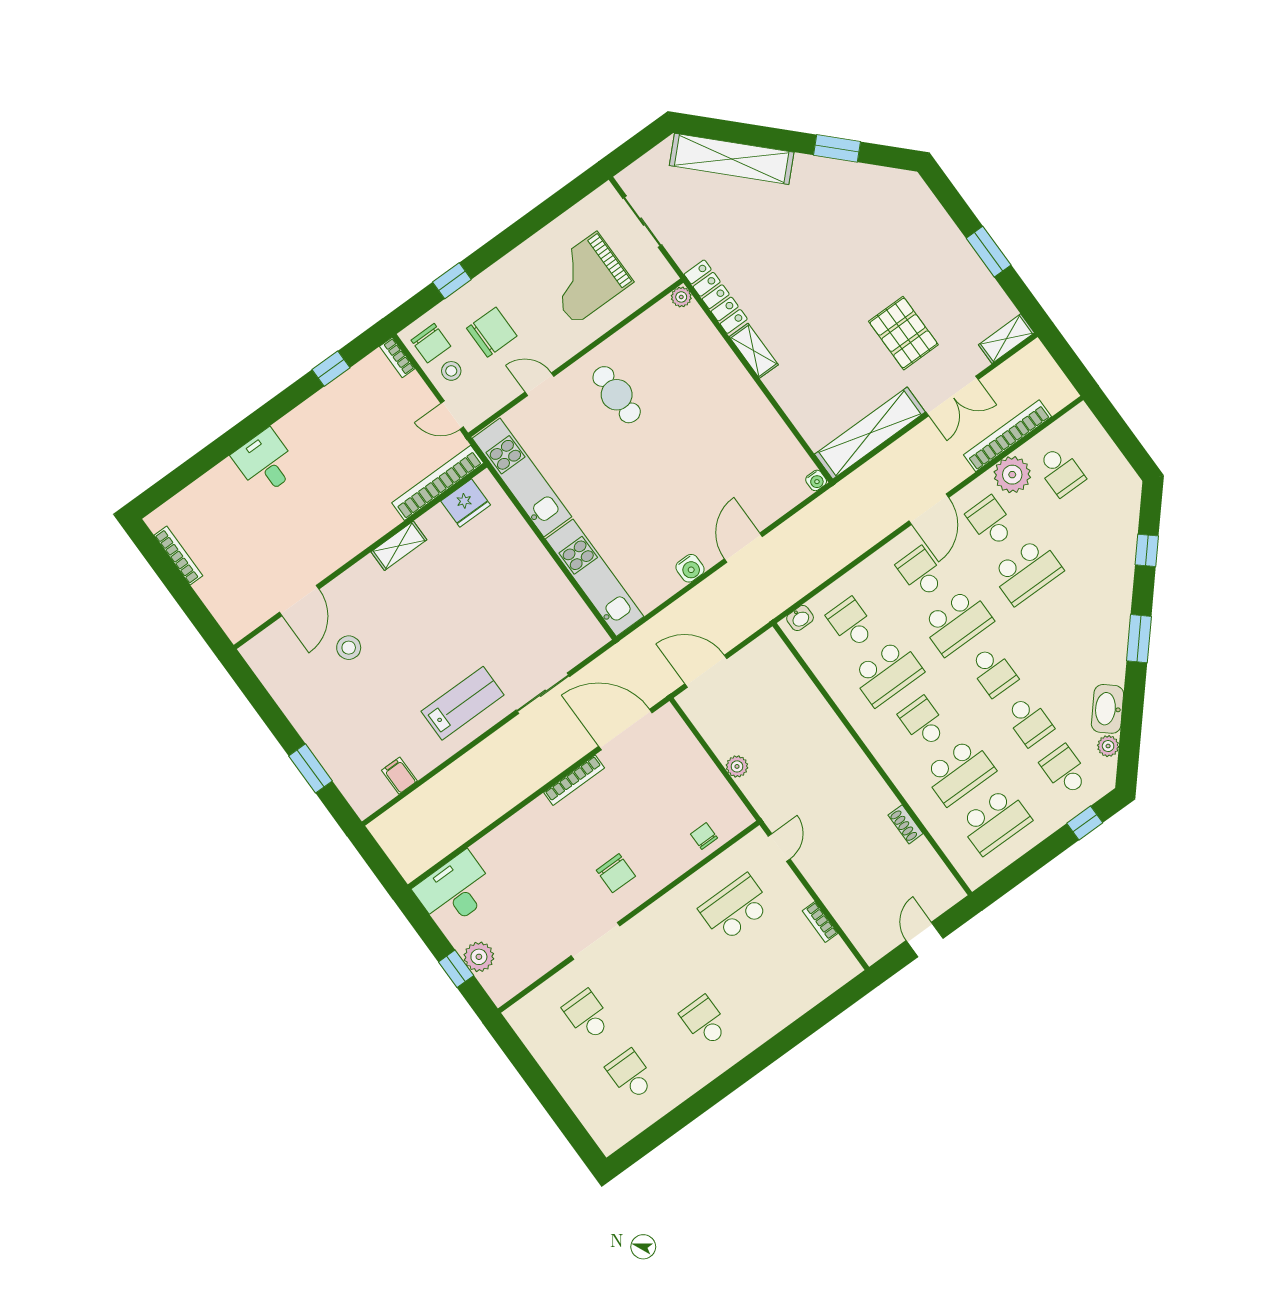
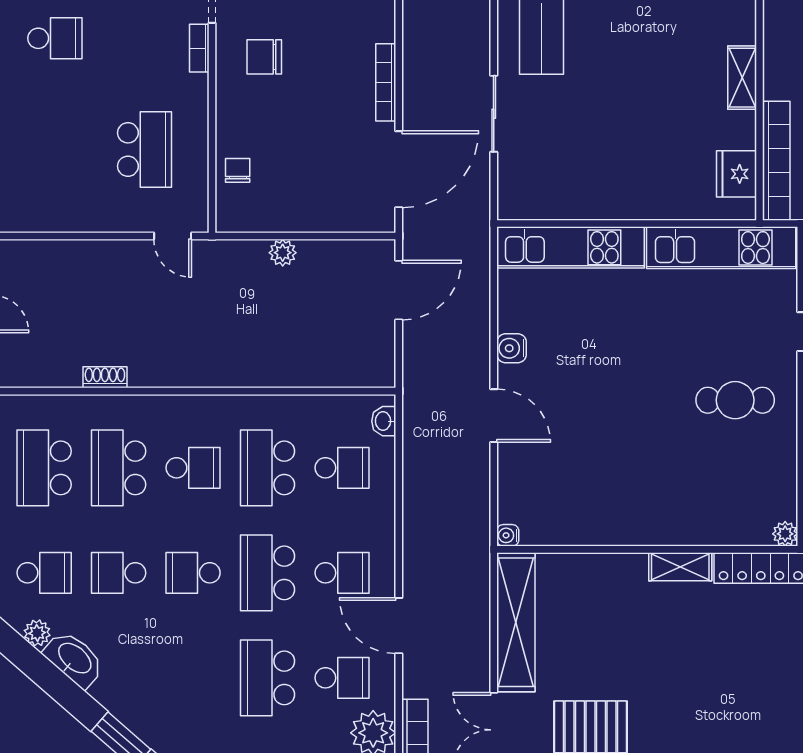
chair: (704, 836) -> (238, 170), turned -90
bookcase: (820, 922) -> (199, 48), moved, turned -90

